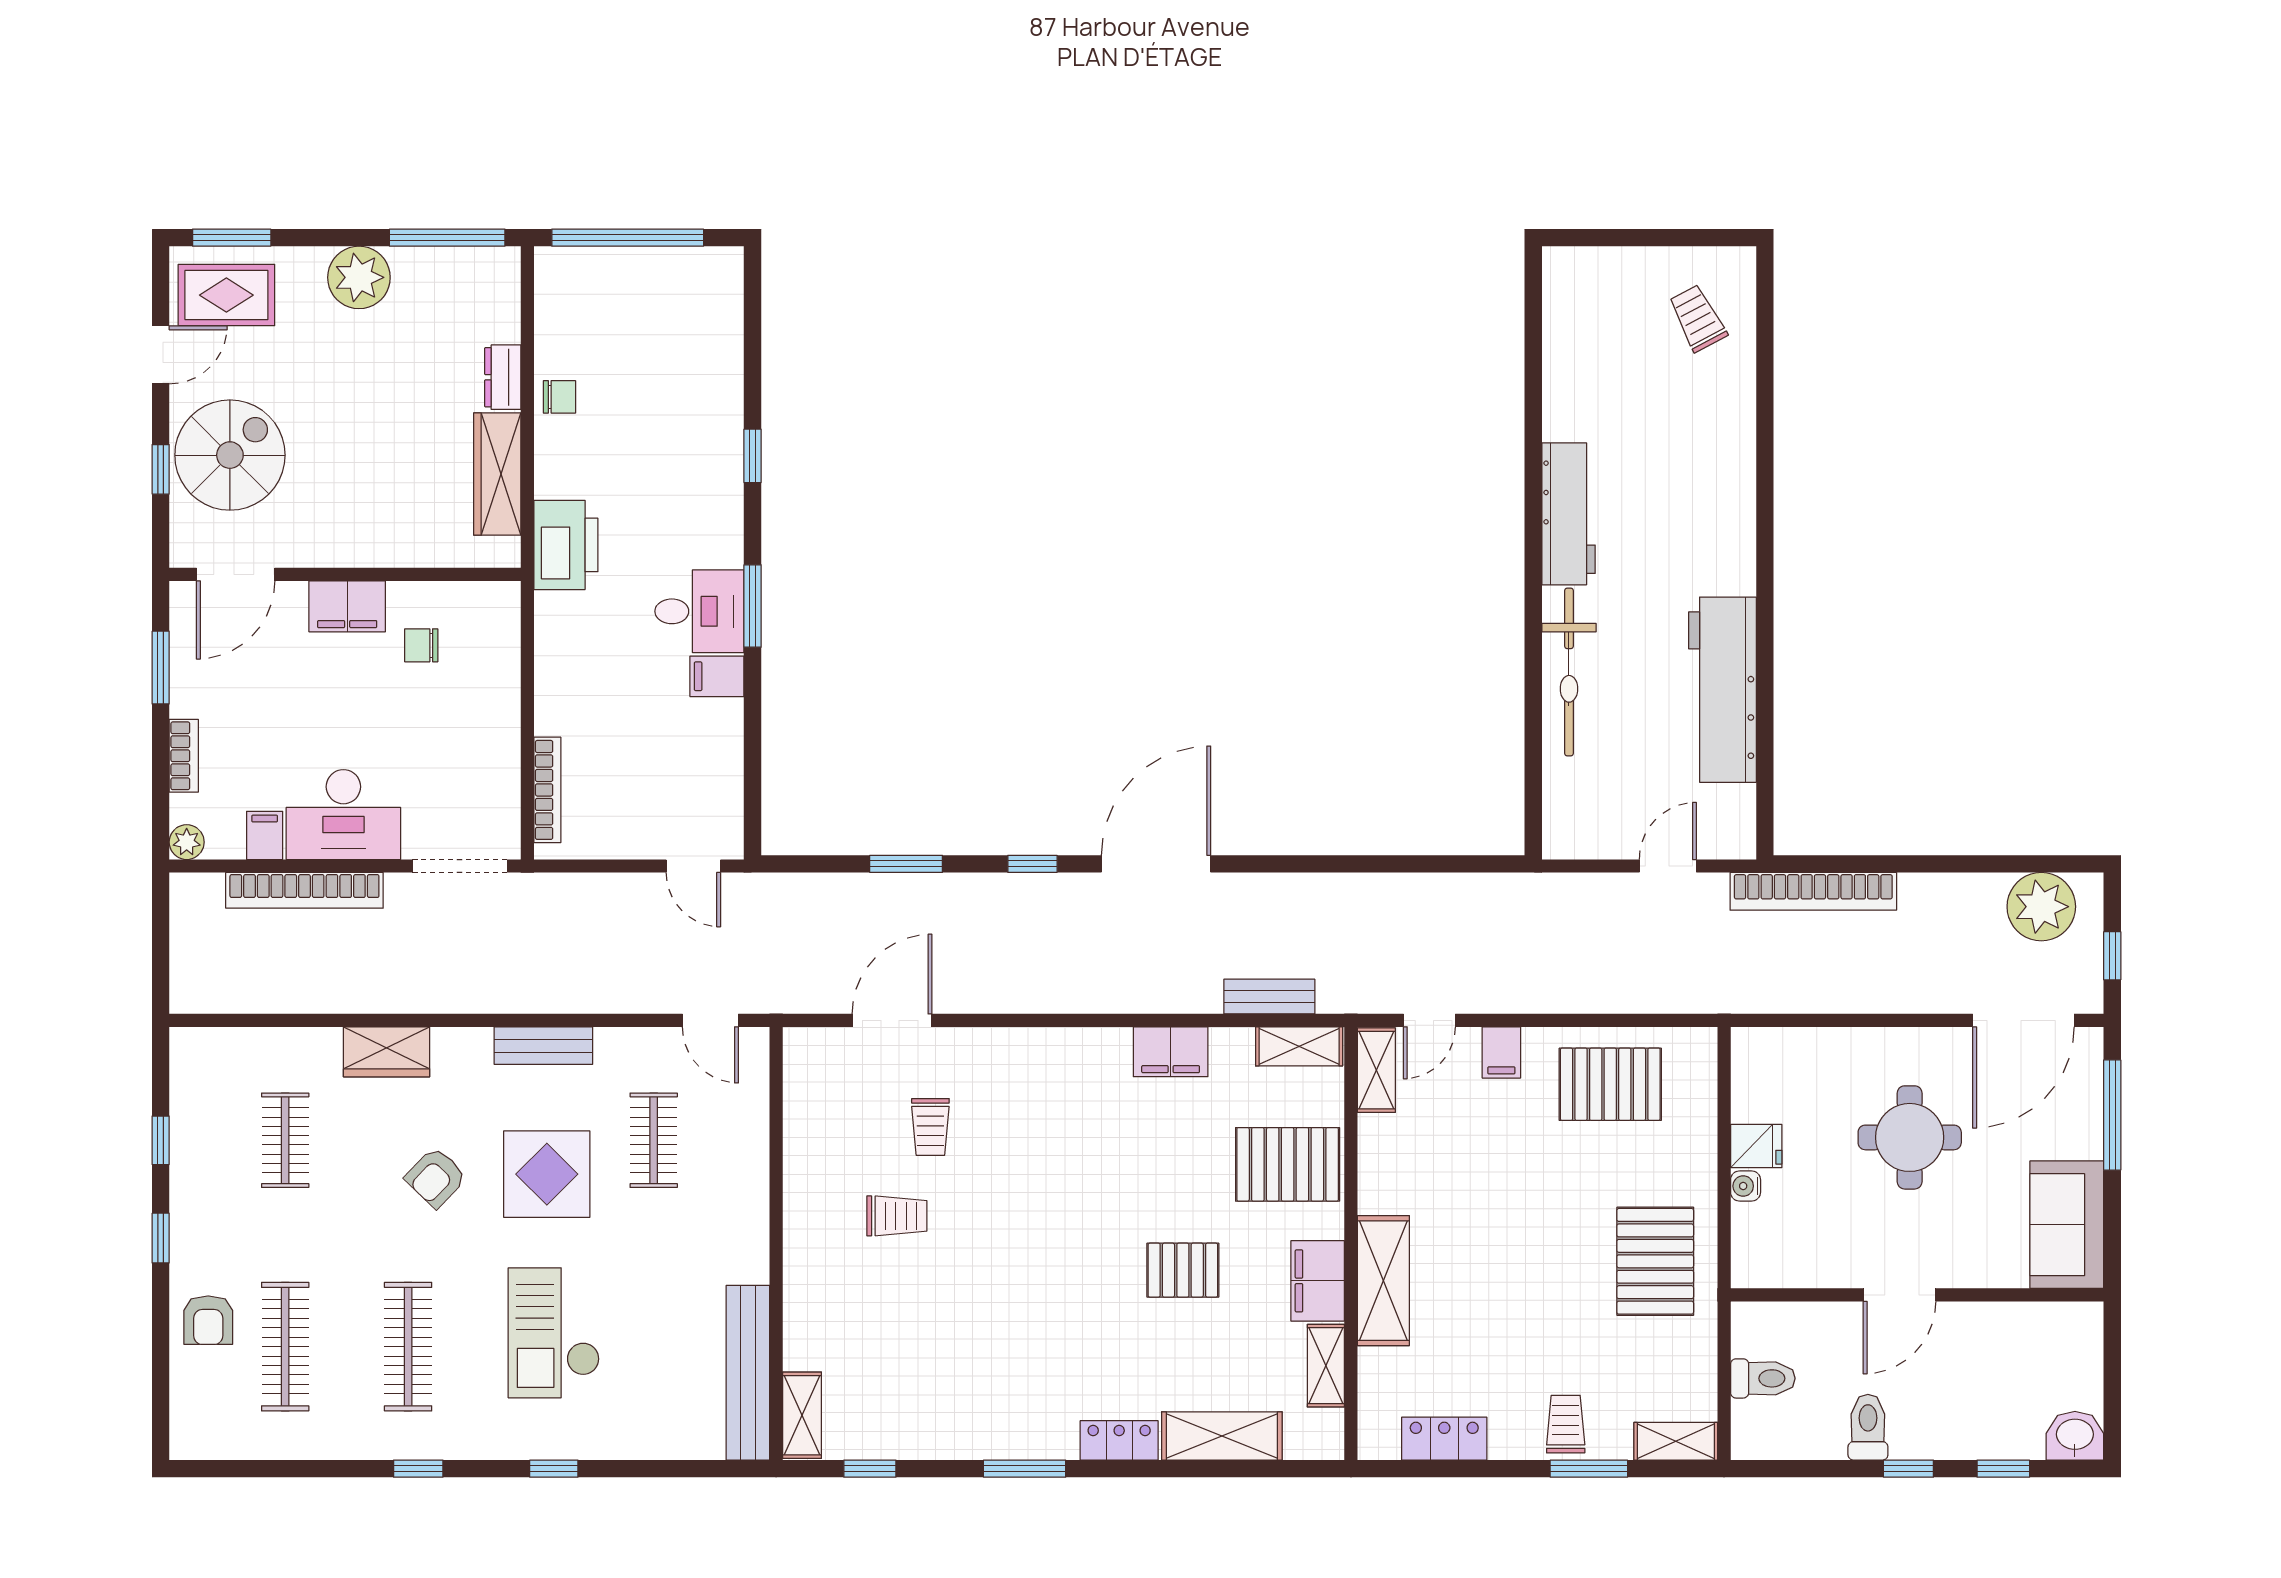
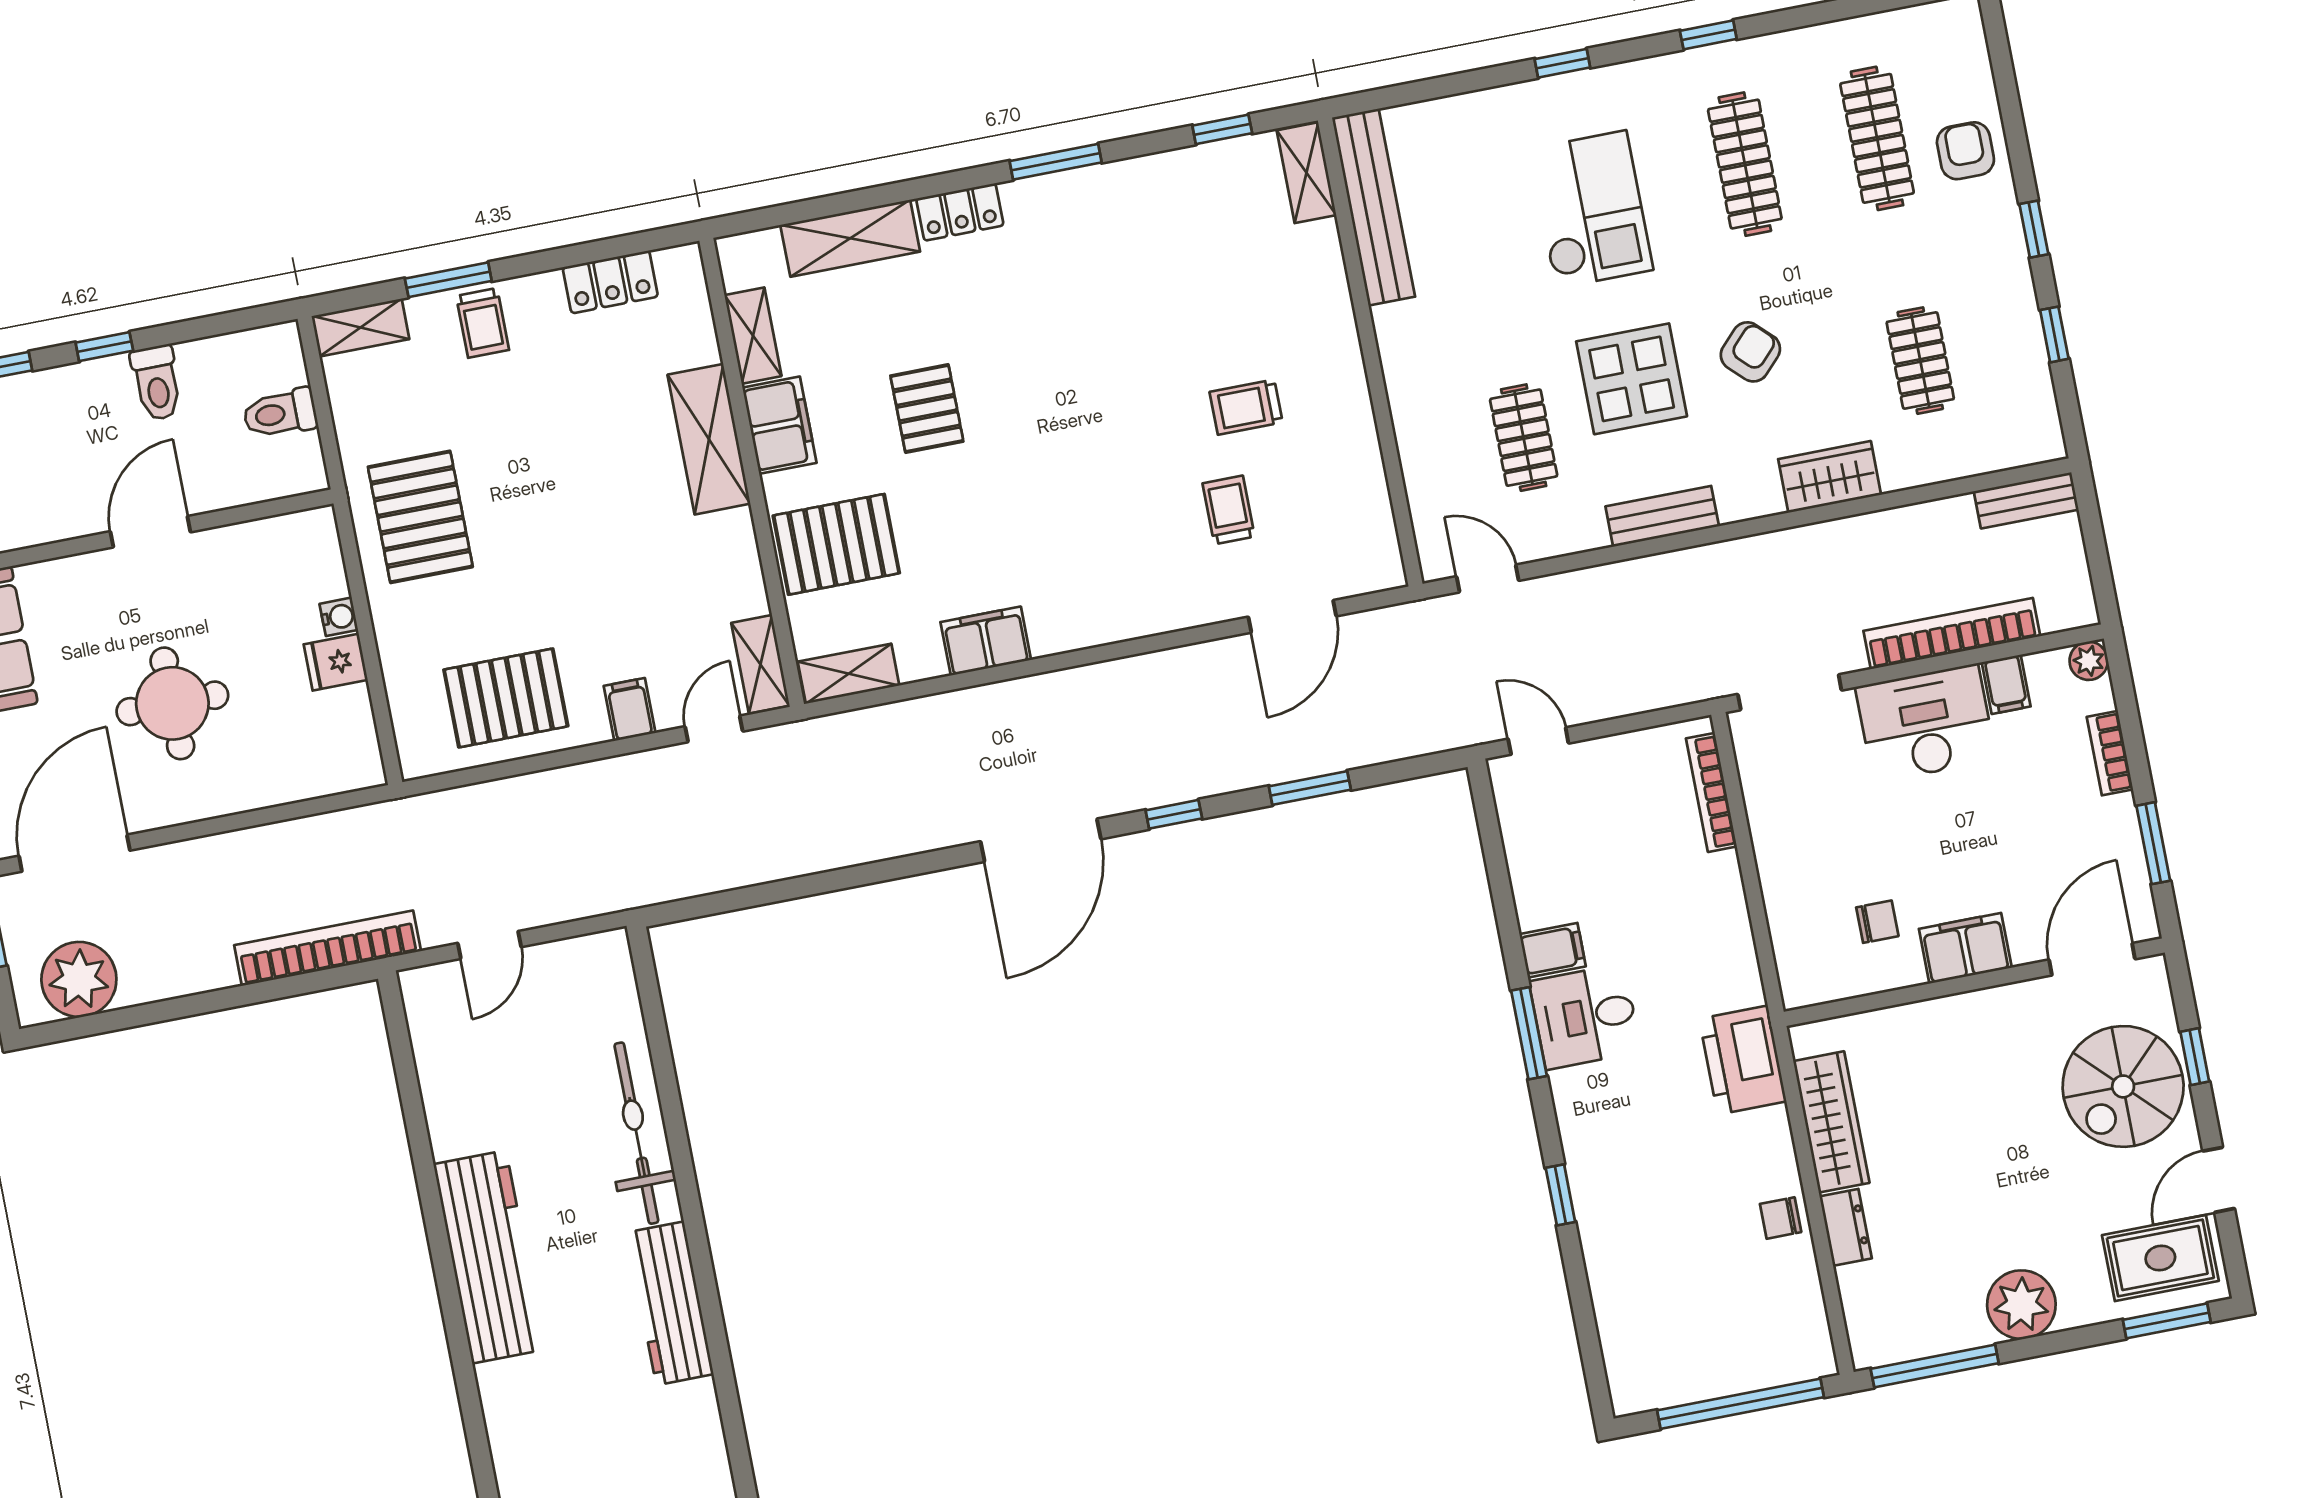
workbench: (1722, 690) -> (489, 1257), moved
bench: (1269, 997) -> (2026, 500), moved
pallet: (1183, 1270) -> (927, 409), turned 90

